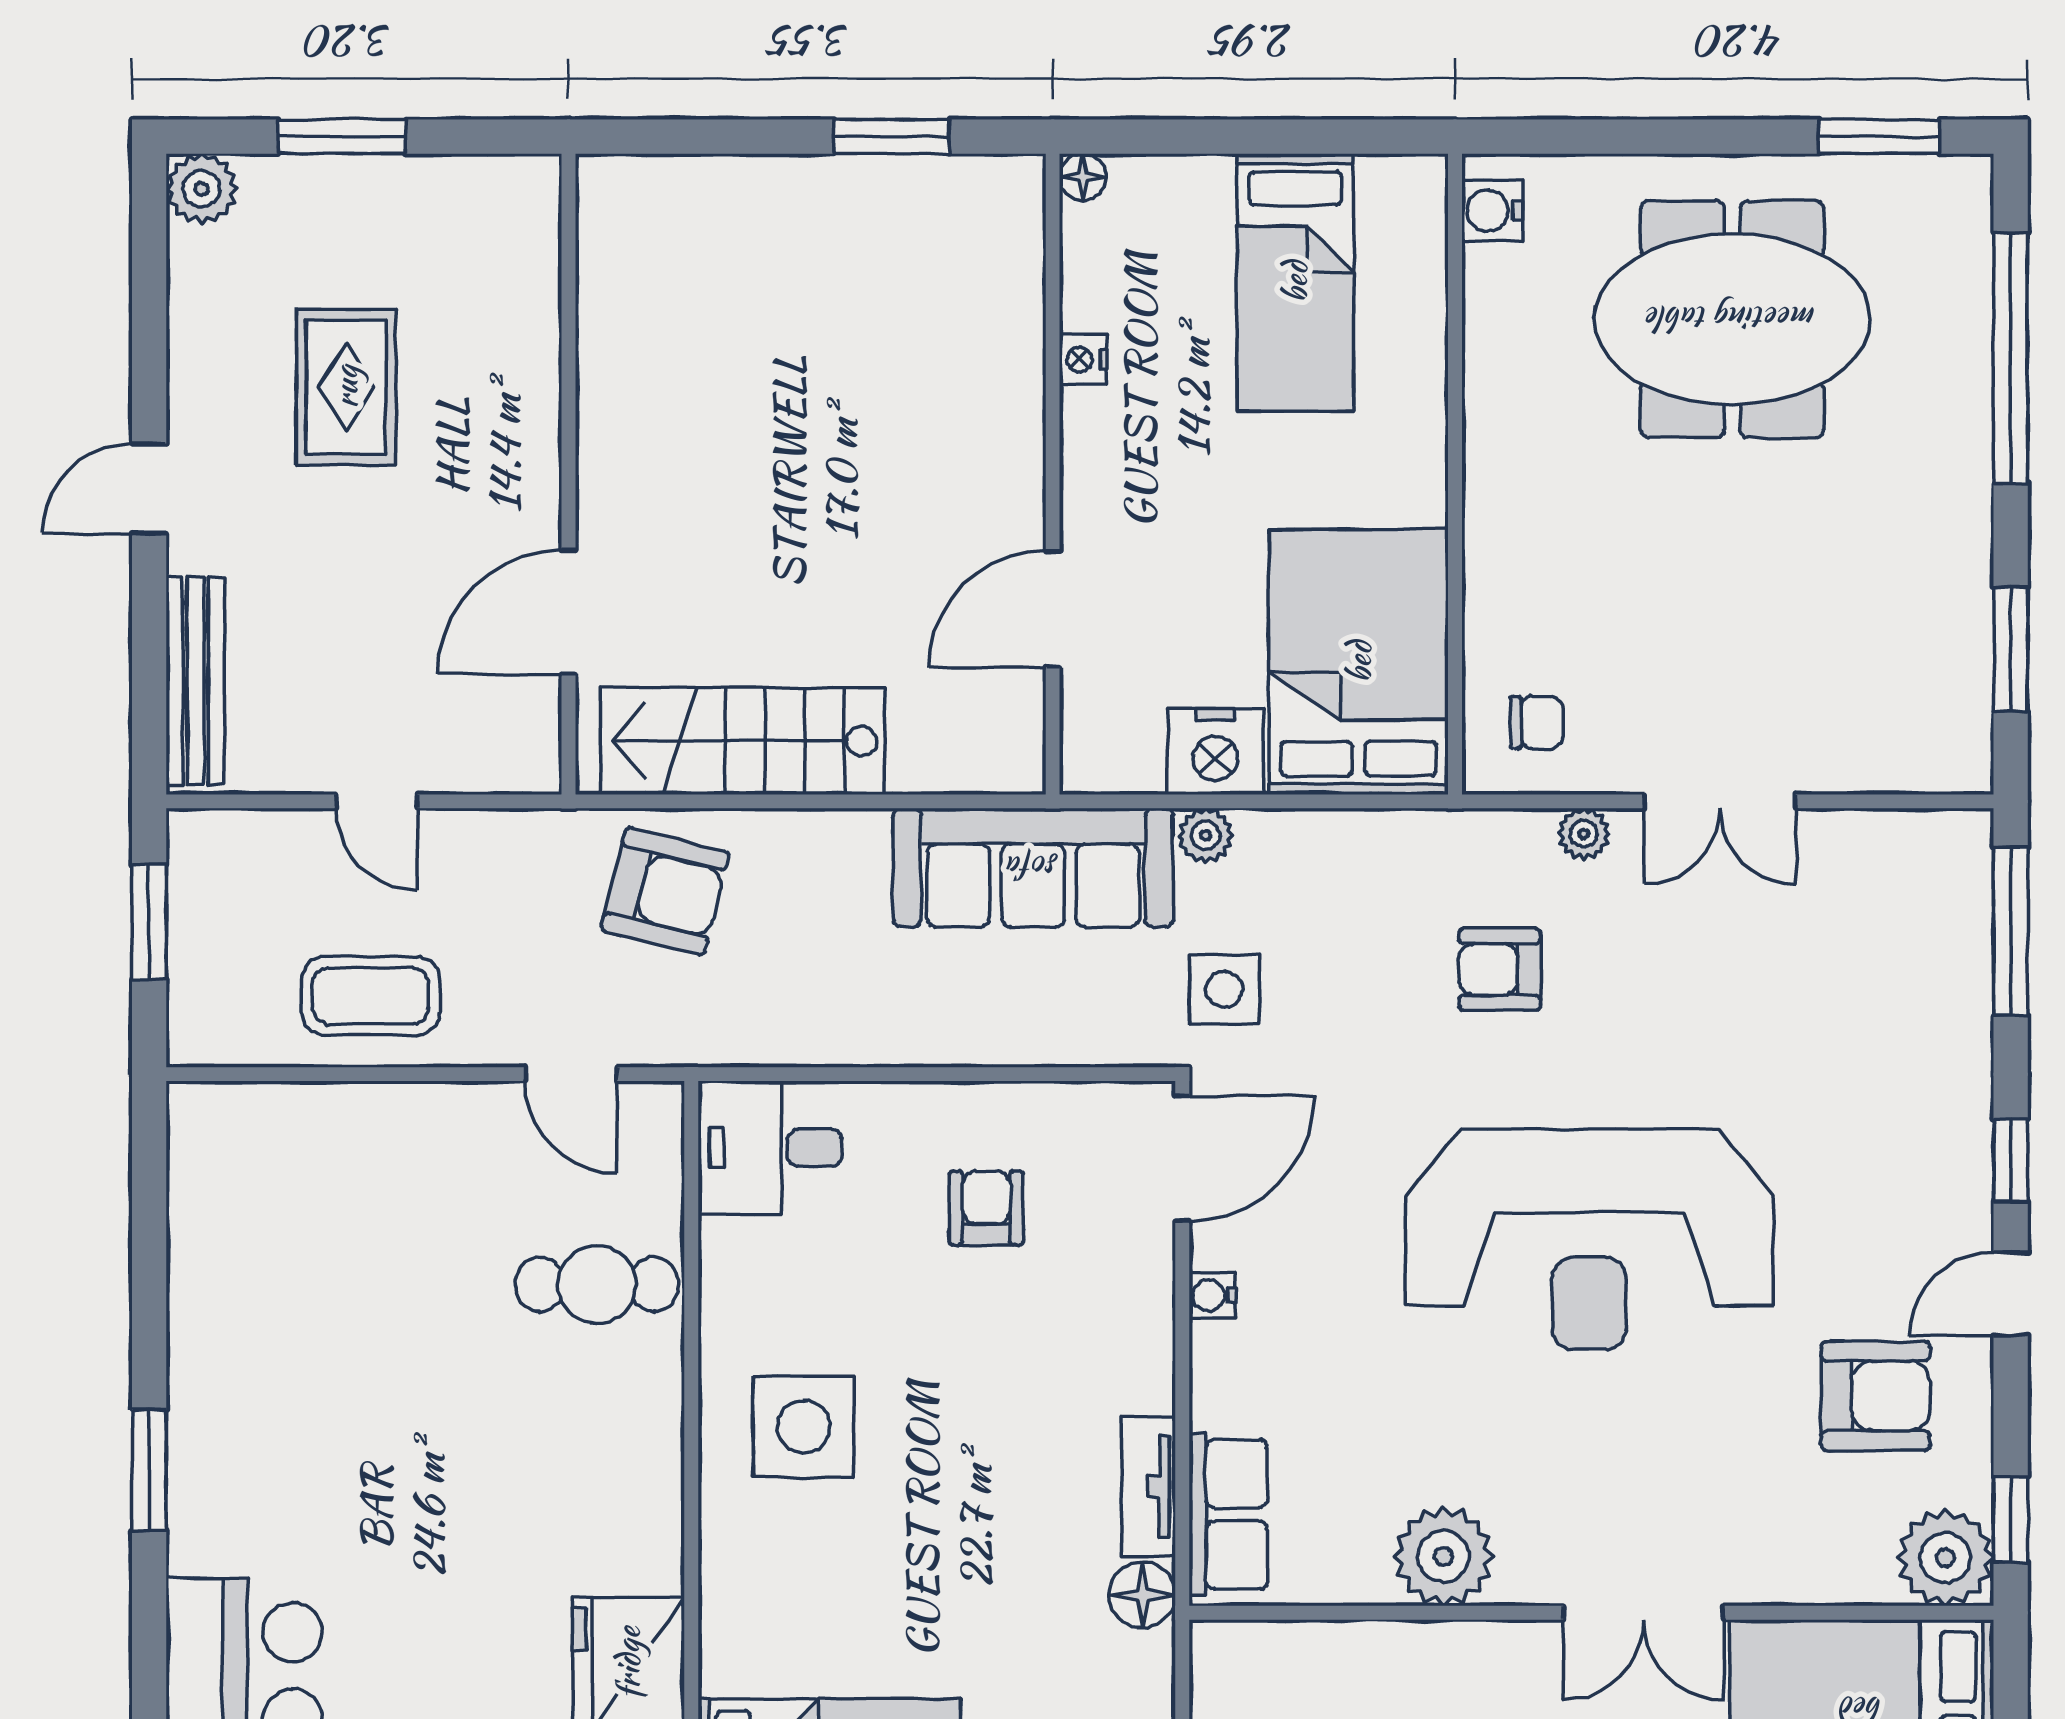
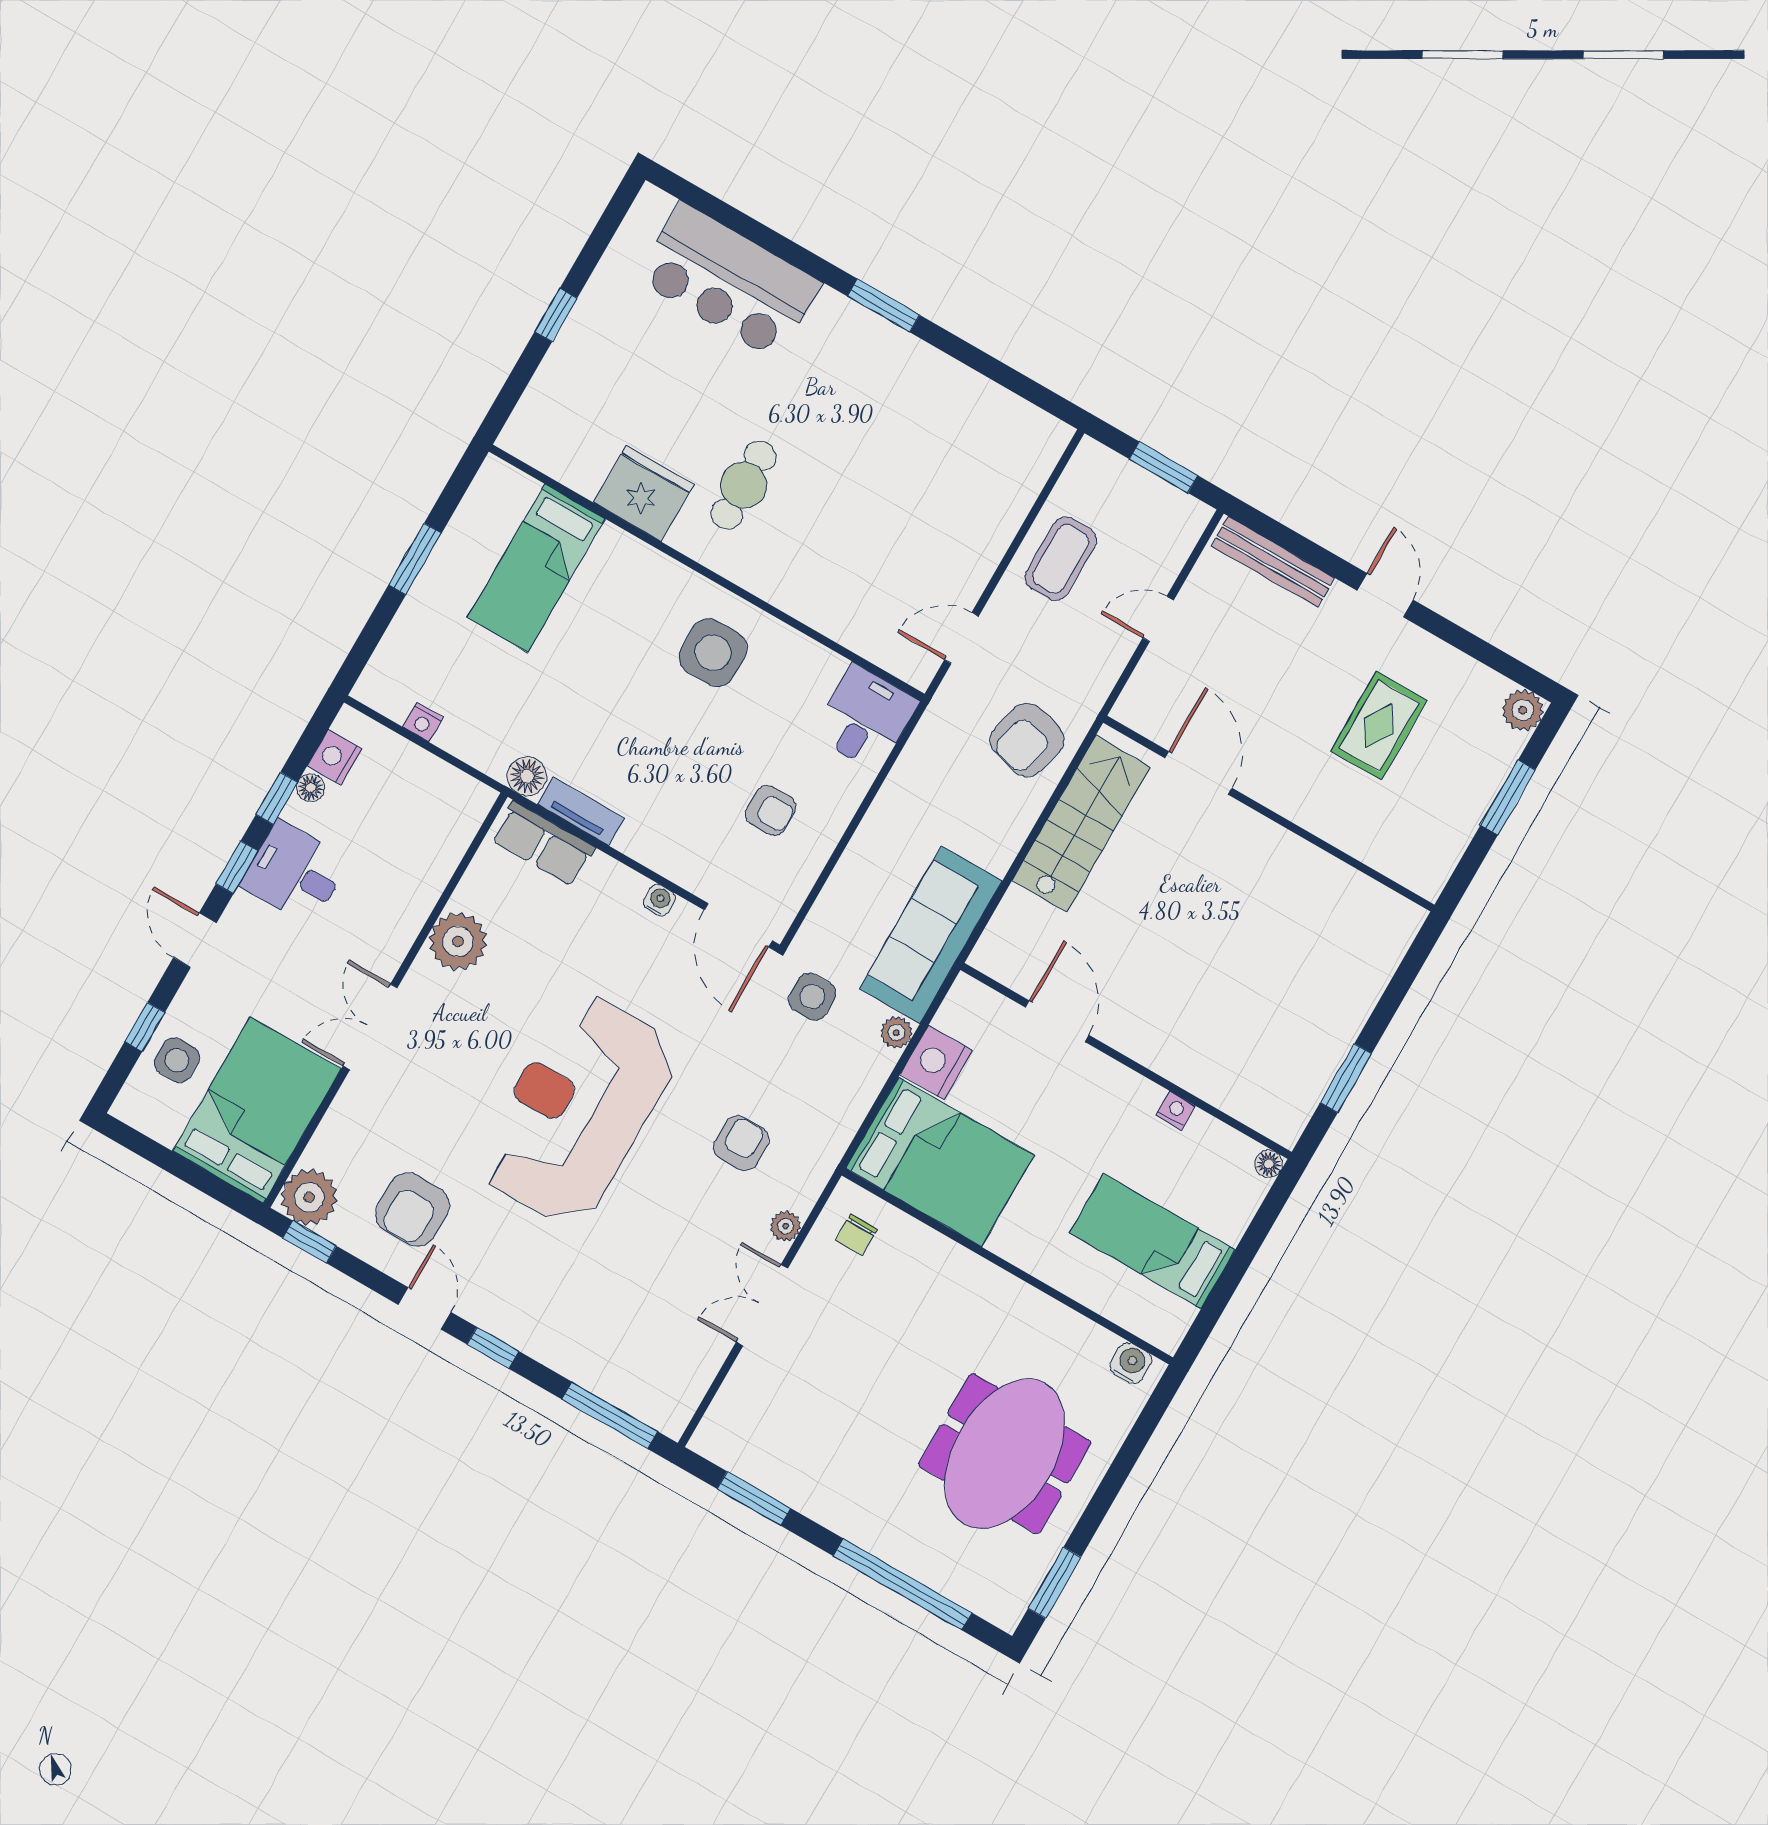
rug: (346, 387) -> (1379, 726), turned 90
cafe table: (597, 1284) -> (744, 485), moved

